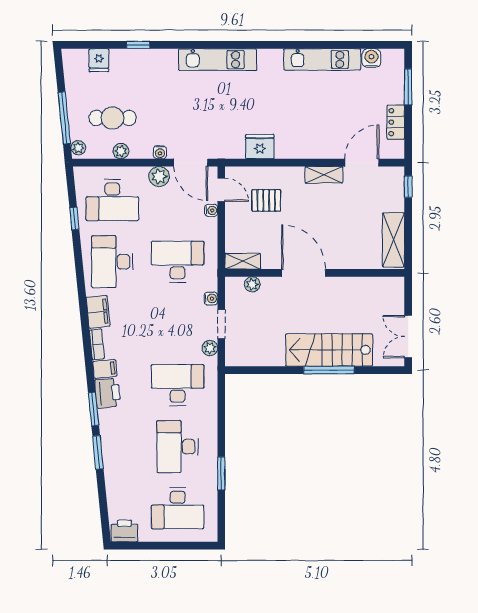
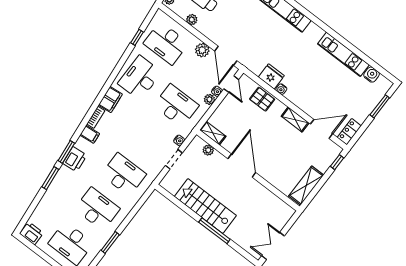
locker: (396, 122) -> (349, 132), moved
water cooler: (160, 152) -> (281, 89), moved
pallet: (266, 200) -> (262, 99), moved
plant: (210, 348) -> (209, 99), moved
stairs: (329, 350) -> (205, 206), moved
printer: (108, 393) -> (75, 159), moved
desk: (178, 447) -> (97, 209), turned 90

